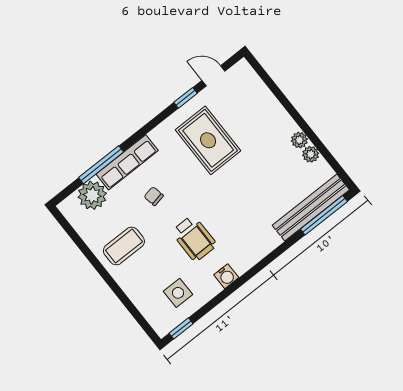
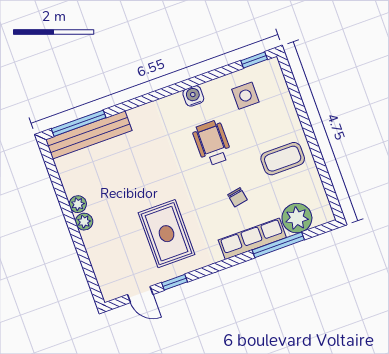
plant: (311, 154) -> (84, 222), moved

